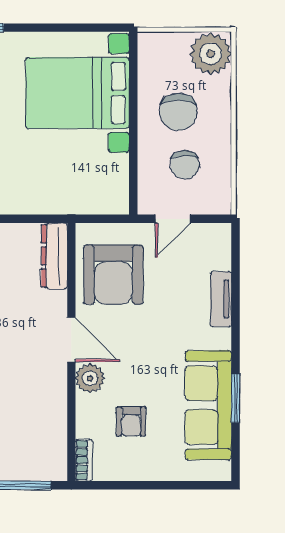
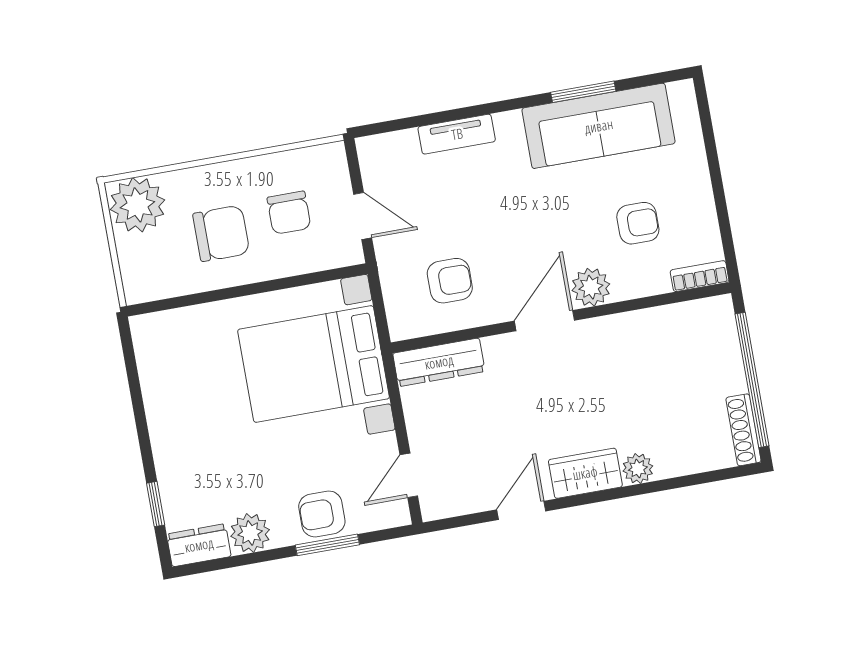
bed with nightstands: (77, 93) -> (314, 364), moved, turned 90
chair: (185, 165) -> (289, 213), turned 90
armchair: (113, 275) -> (450, 281), width x0.53, depth x0.53

